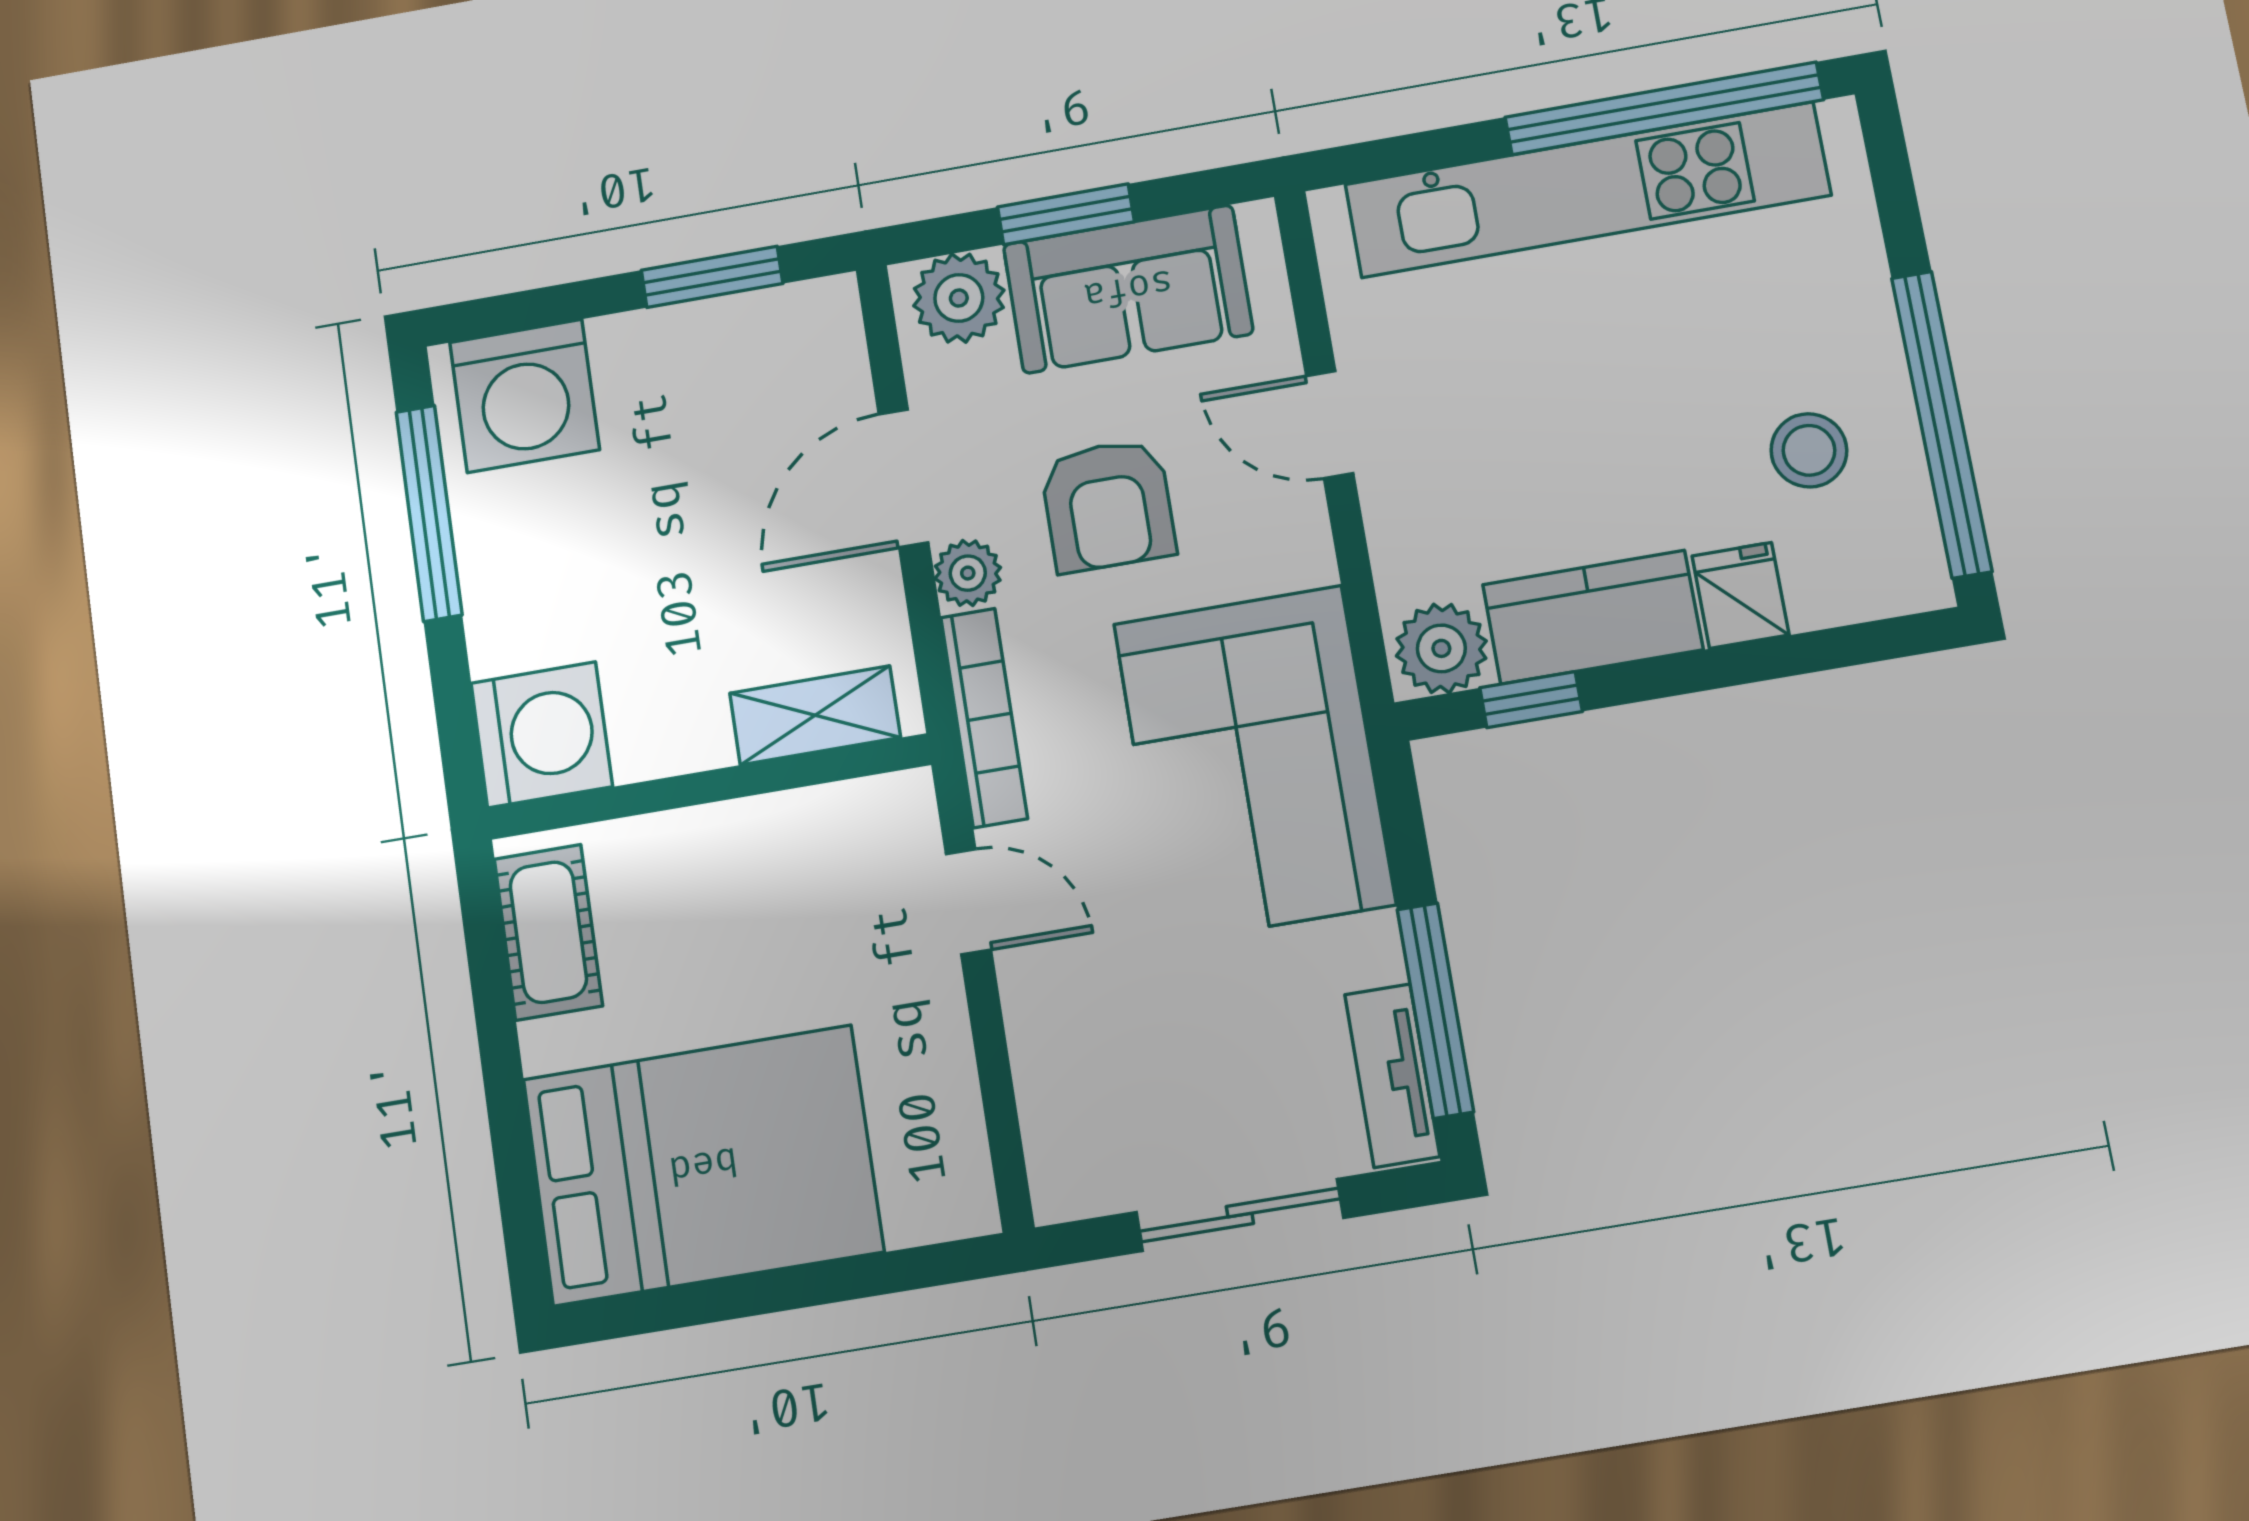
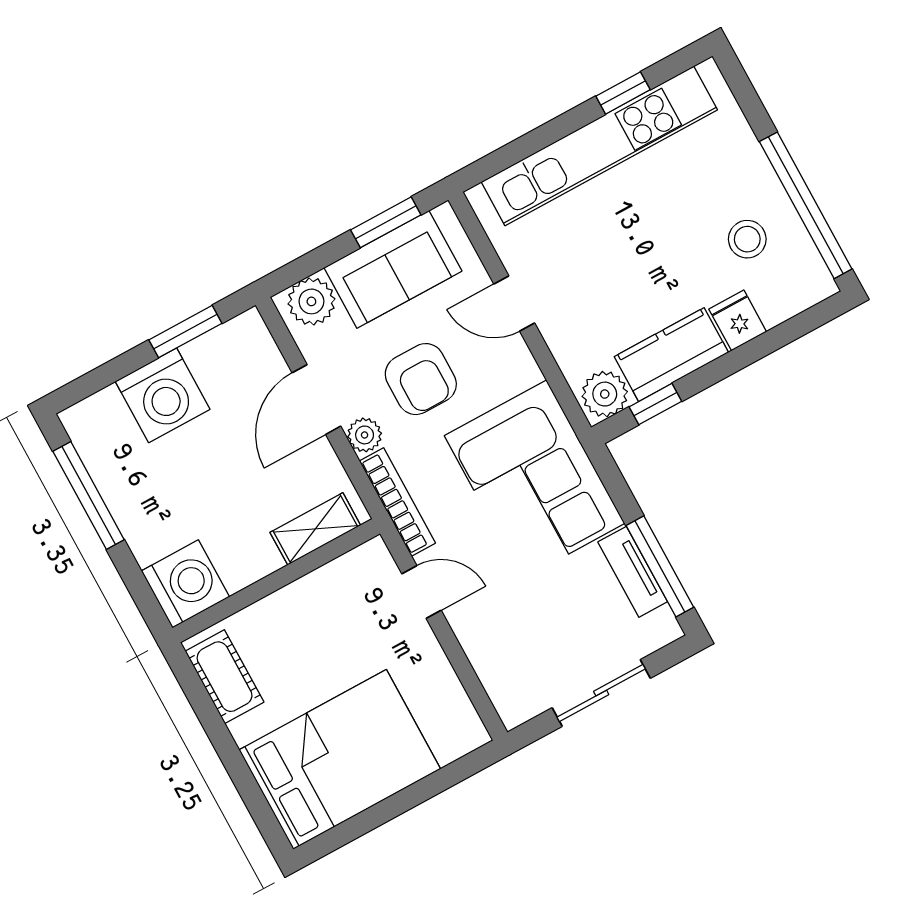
window: (1664, 108) -> (623, 93), width x0.32
window: (1066, 214) -> (386, 222), moved
washing machine: (525, 396) -> (163, 395), moved
tv unit: (1392, 1076) -> (633, 572), moved

